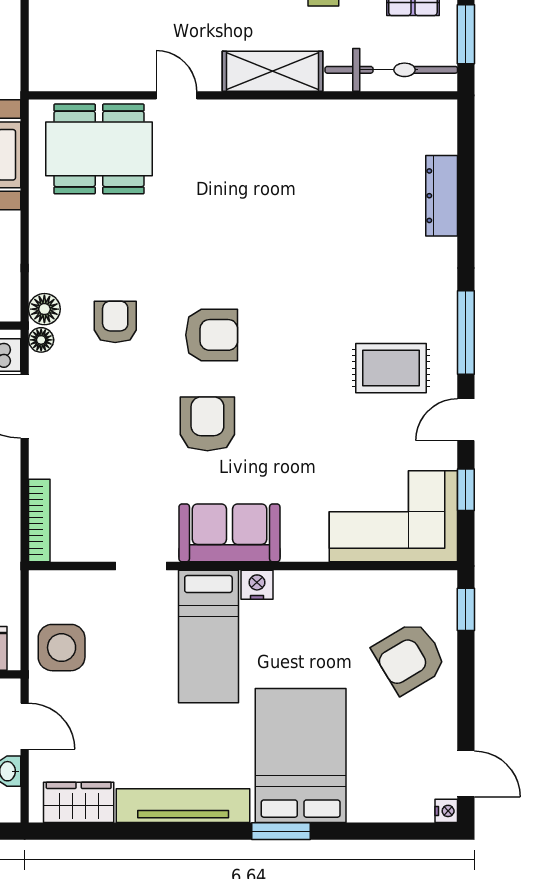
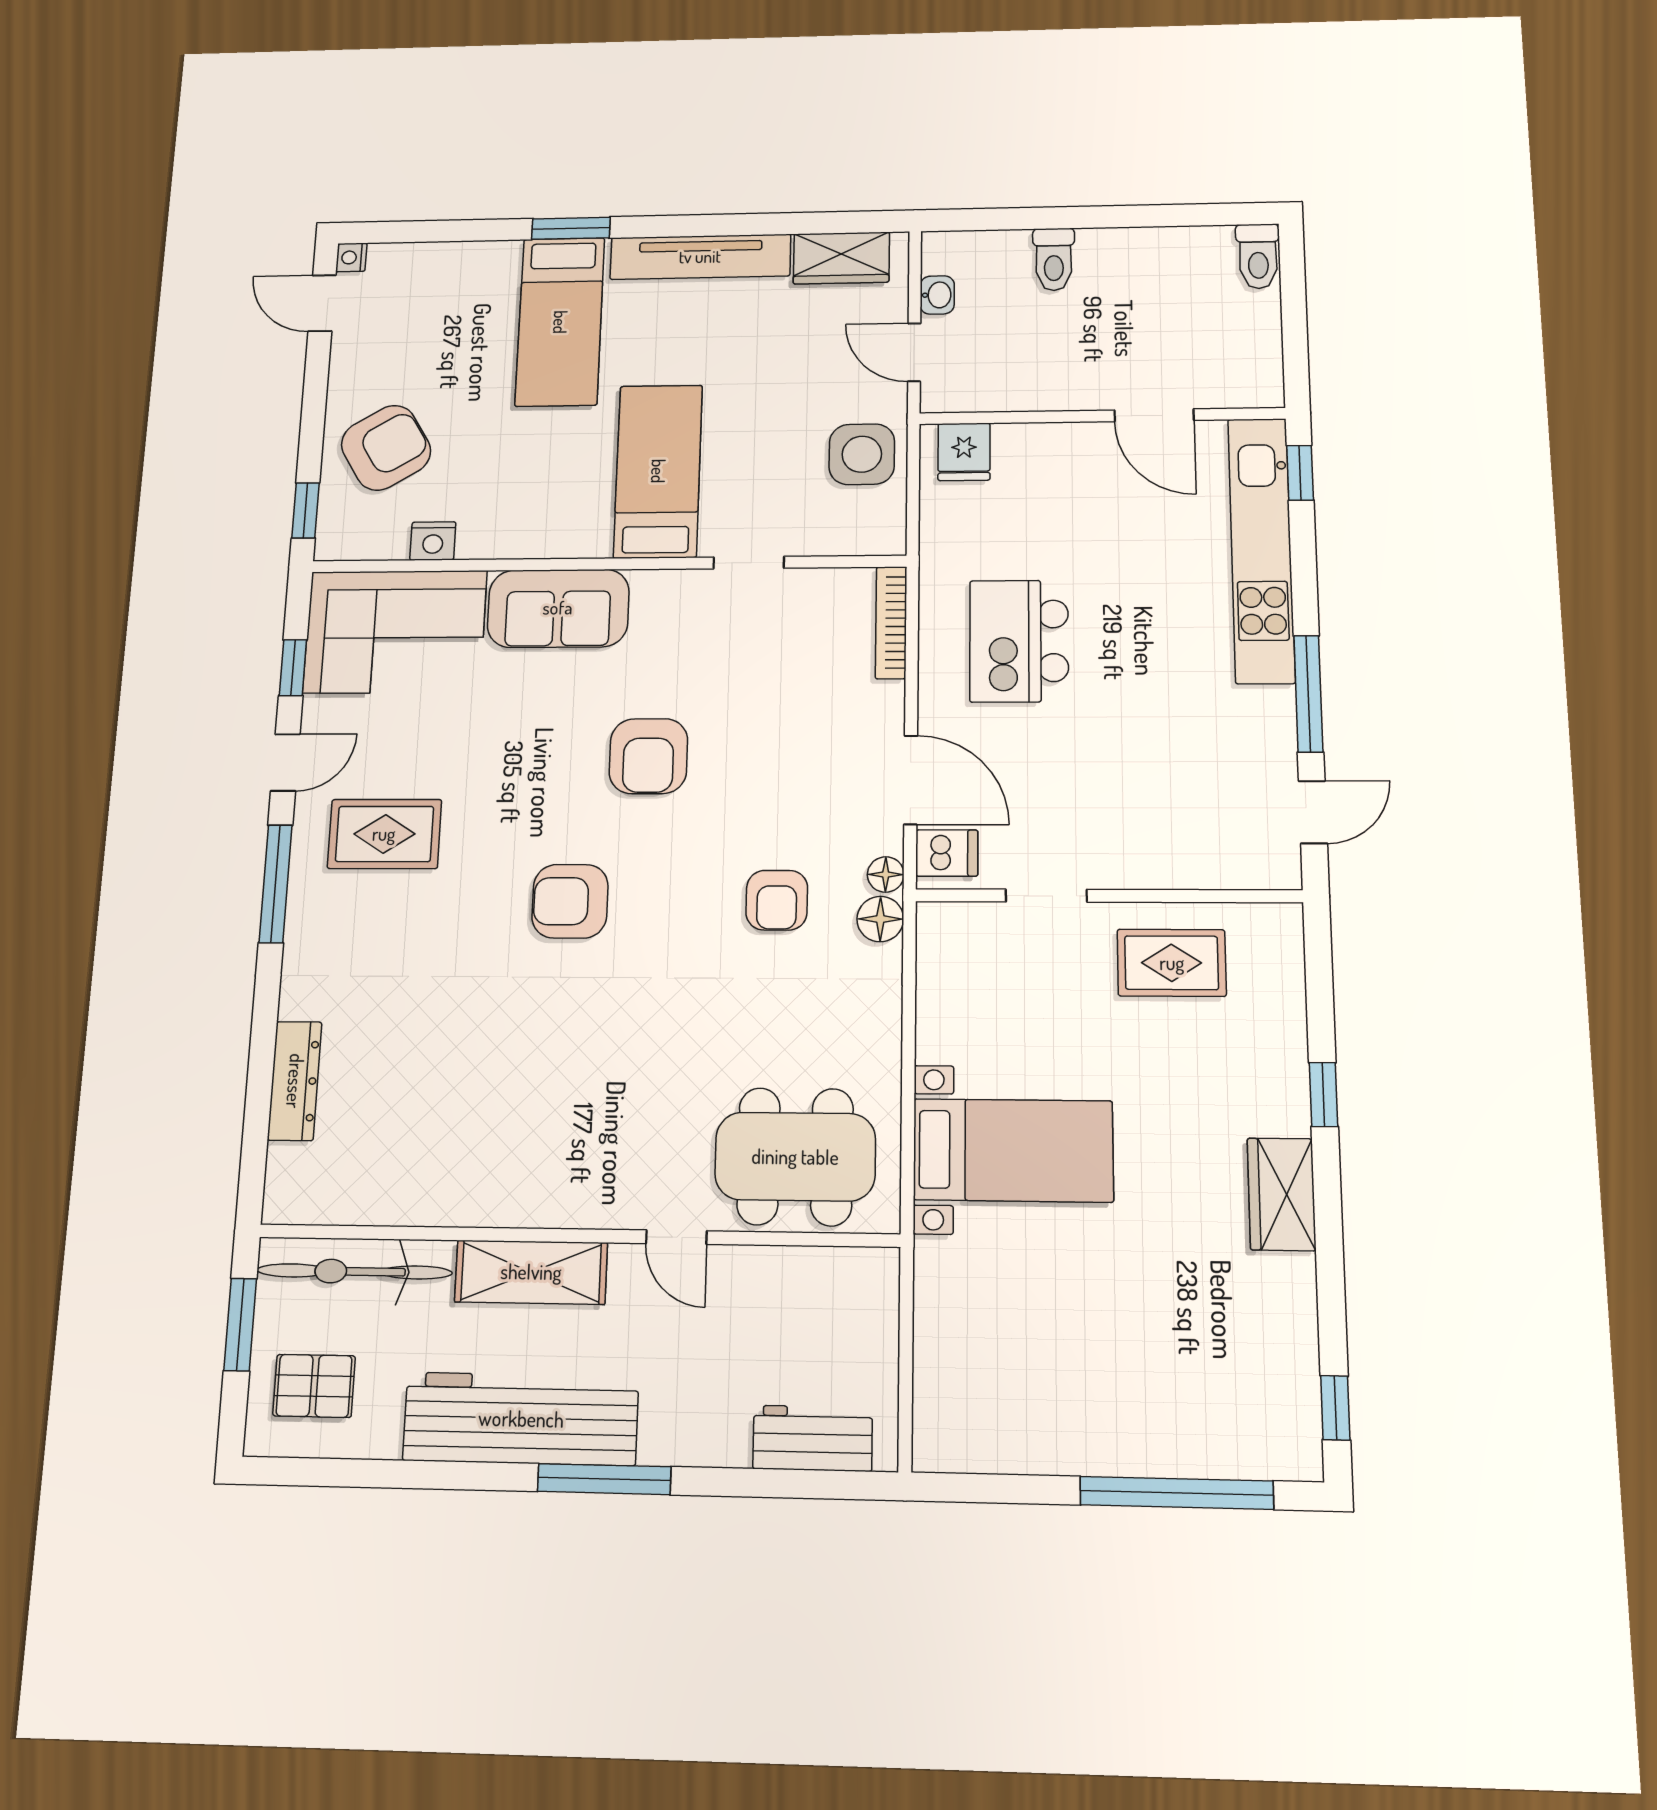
armchair: (212, 335) -> (570, 901), moved
sofa: (229, 533) -> (558, 608), moved
nightstand: (257, 585) -> (433, 541), moved
bed: (301, 756) -> (560, 322), width x0.67

